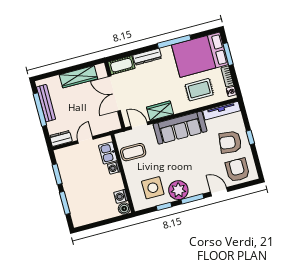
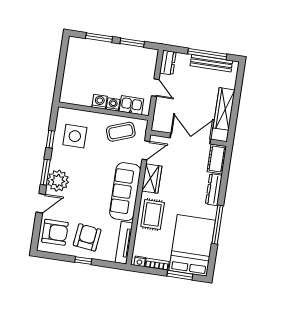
rug: (199, 90) -> (153, 214), moved
coffee table: (133, 152) -> (121, 132), turned 70
plant: (178, 190) -> (58, 181), moved
washing machine: (121, 196) -> (100, 102), moved
boiler: (124, 209) -> (66, 97), removed

